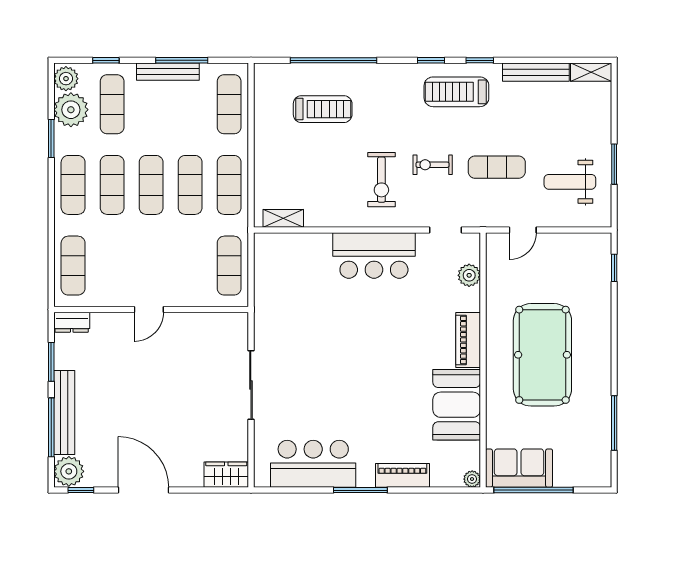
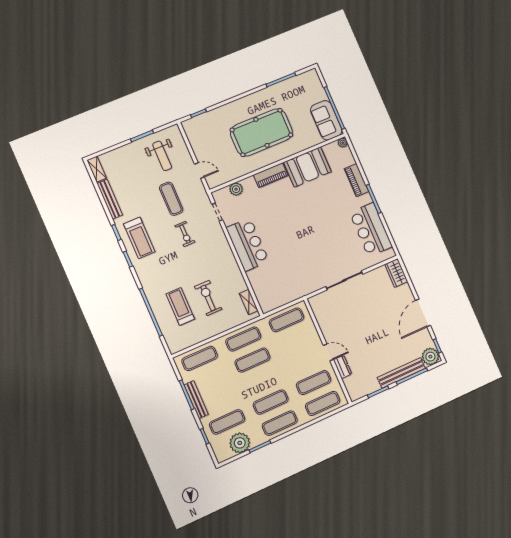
plant: (66, 79) -> (224, 453), removed
exercise bike: (381, 180) -> (208, 298), moved, turned -90
exercise mat: (151, 185) -> (314, 383), moved
dresser: (72, 322) -> (343, 367), moved

